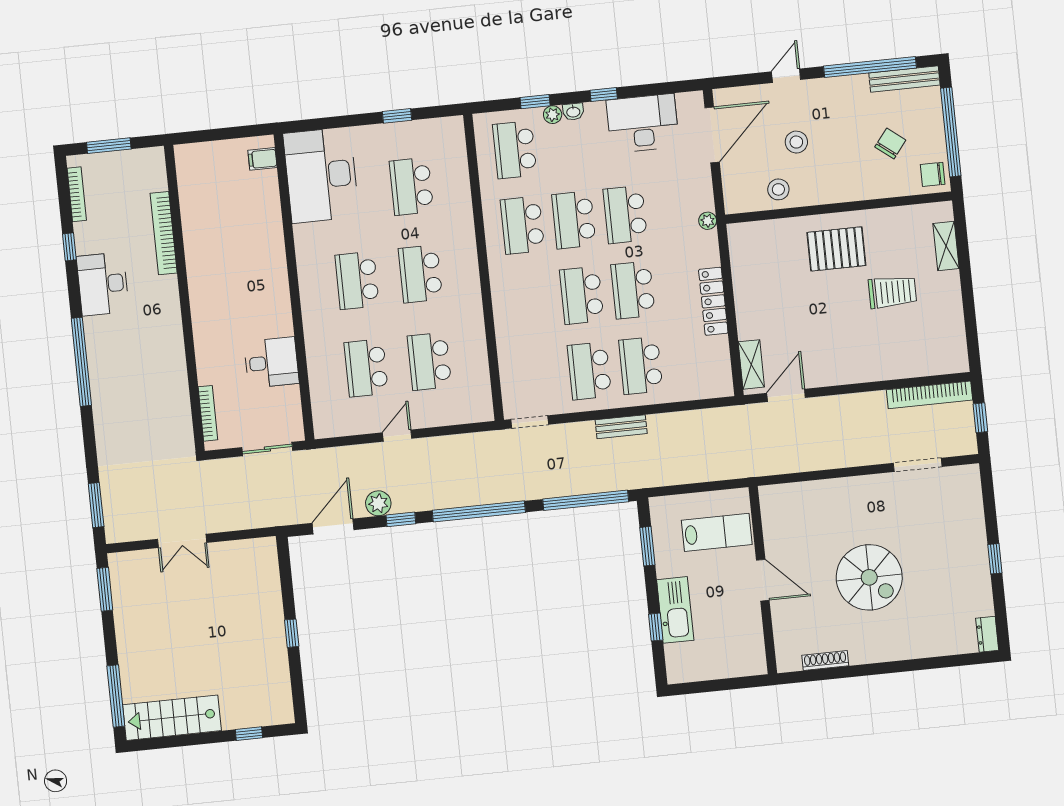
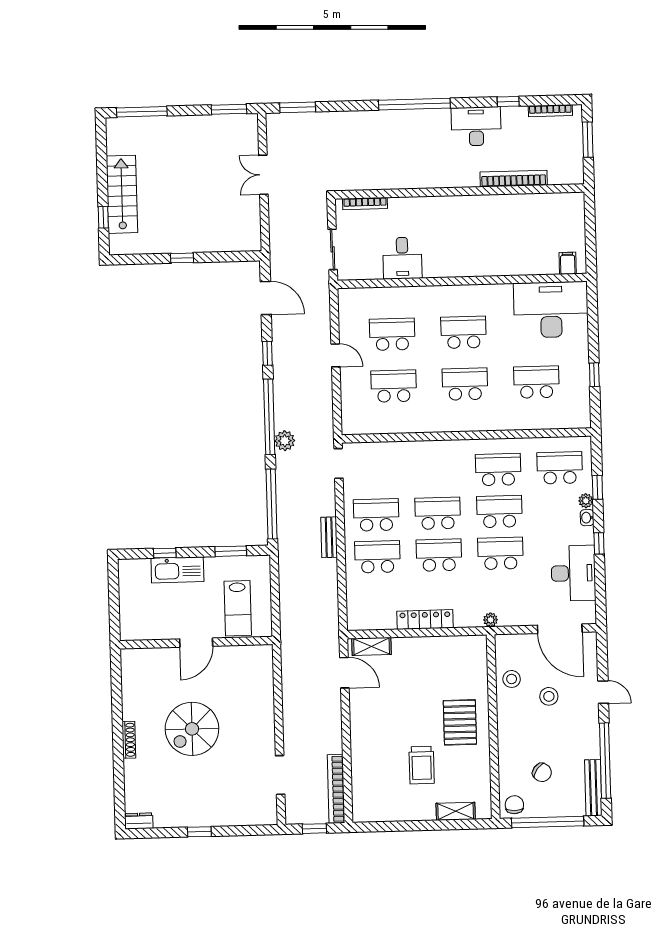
plant: (378, 503) -> (285, 441), moved
shoe rack: (825, 661) -> (129, 740), moved
stairs: (172, 718) -> (122, 194), moved

